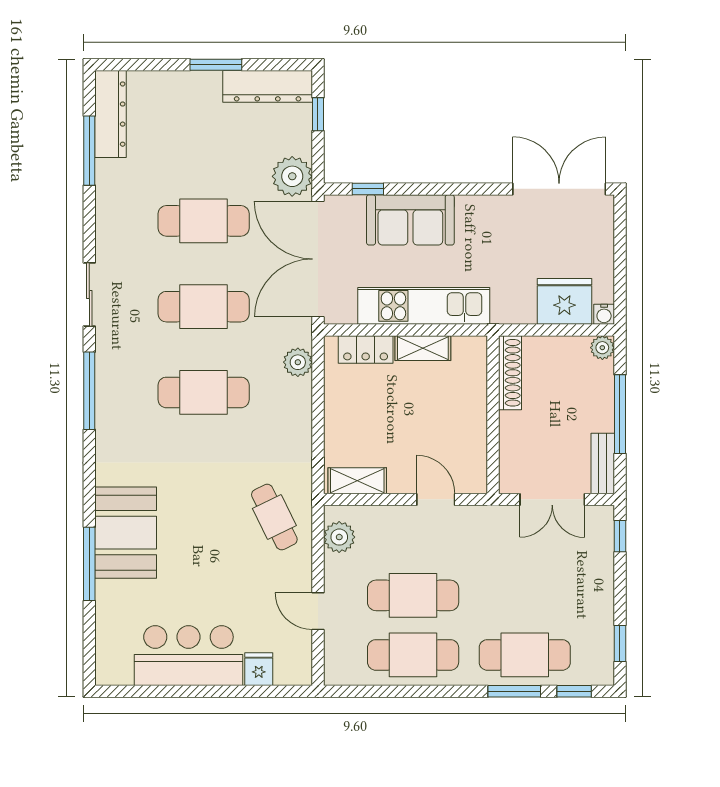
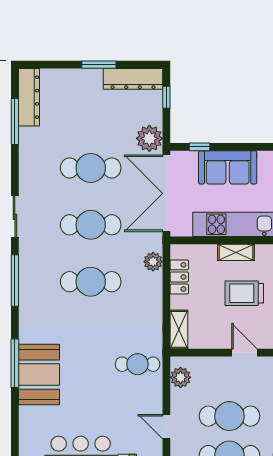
locker: (366, 350) -> (179, 277), moved, turned -90
trolley: (436, 410) -> (244, 293), added
shelving: (357, 481) -> (179, 329), moved, turned 90
cafe table: (274, 517) -> (138, 364), turned -64
window: (89, 564) -> (15, 363), moved

